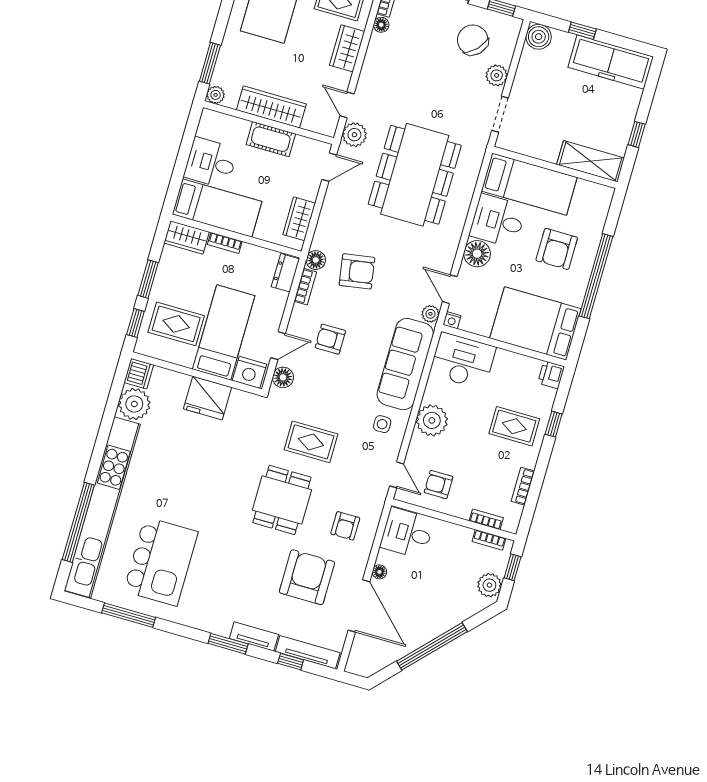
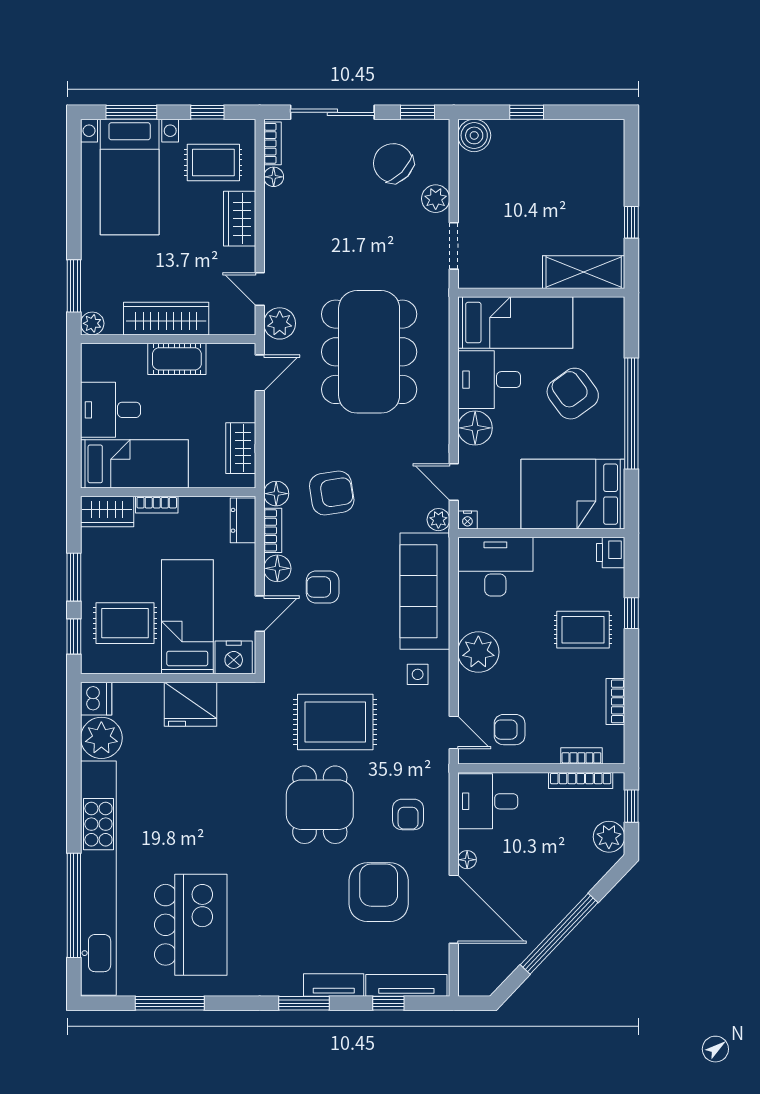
freezer: (611, 62) -> (573, 141), removed
armchair: (557, 249) -> (573, 394), turned 144
floor lamp: (283, 377) -> (277, 568), moved
rug: (311, 442) -> (335, 722), width x1.36, depth x1.43
bookcase: (489, 540) -> (581, 780), width x1.56

